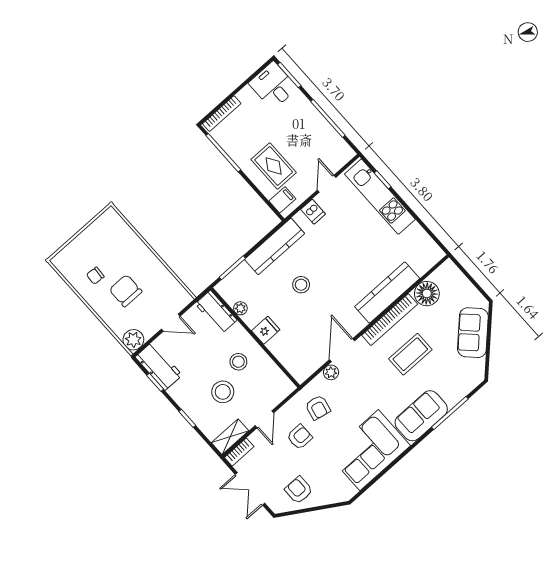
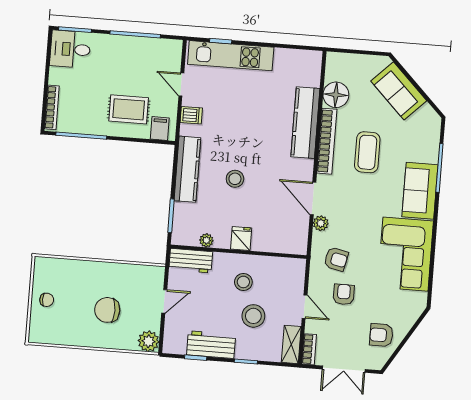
chair: (95, 276) -> (47, 300), moved, turned -94
workbench: (159, 366) -> (211, 345), moved

